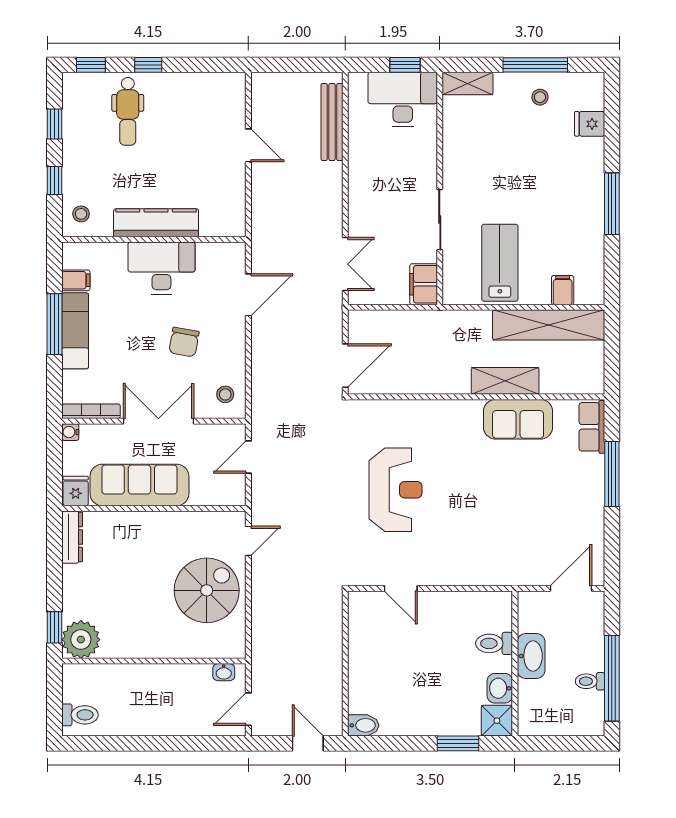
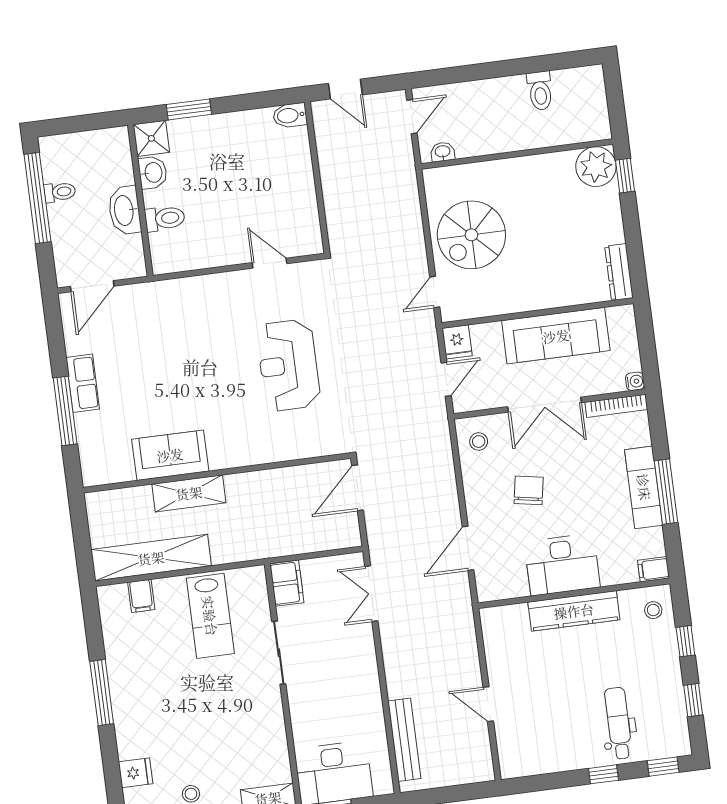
filing cabinet: (76, 280) -> (654, 569), moved
row of seats: (592, 427) -> (83, 383), moved
fridge: (76, 491) -> (457, 342), moved
toilet: (80, 715) -> (540, 91), moved, turned -90

